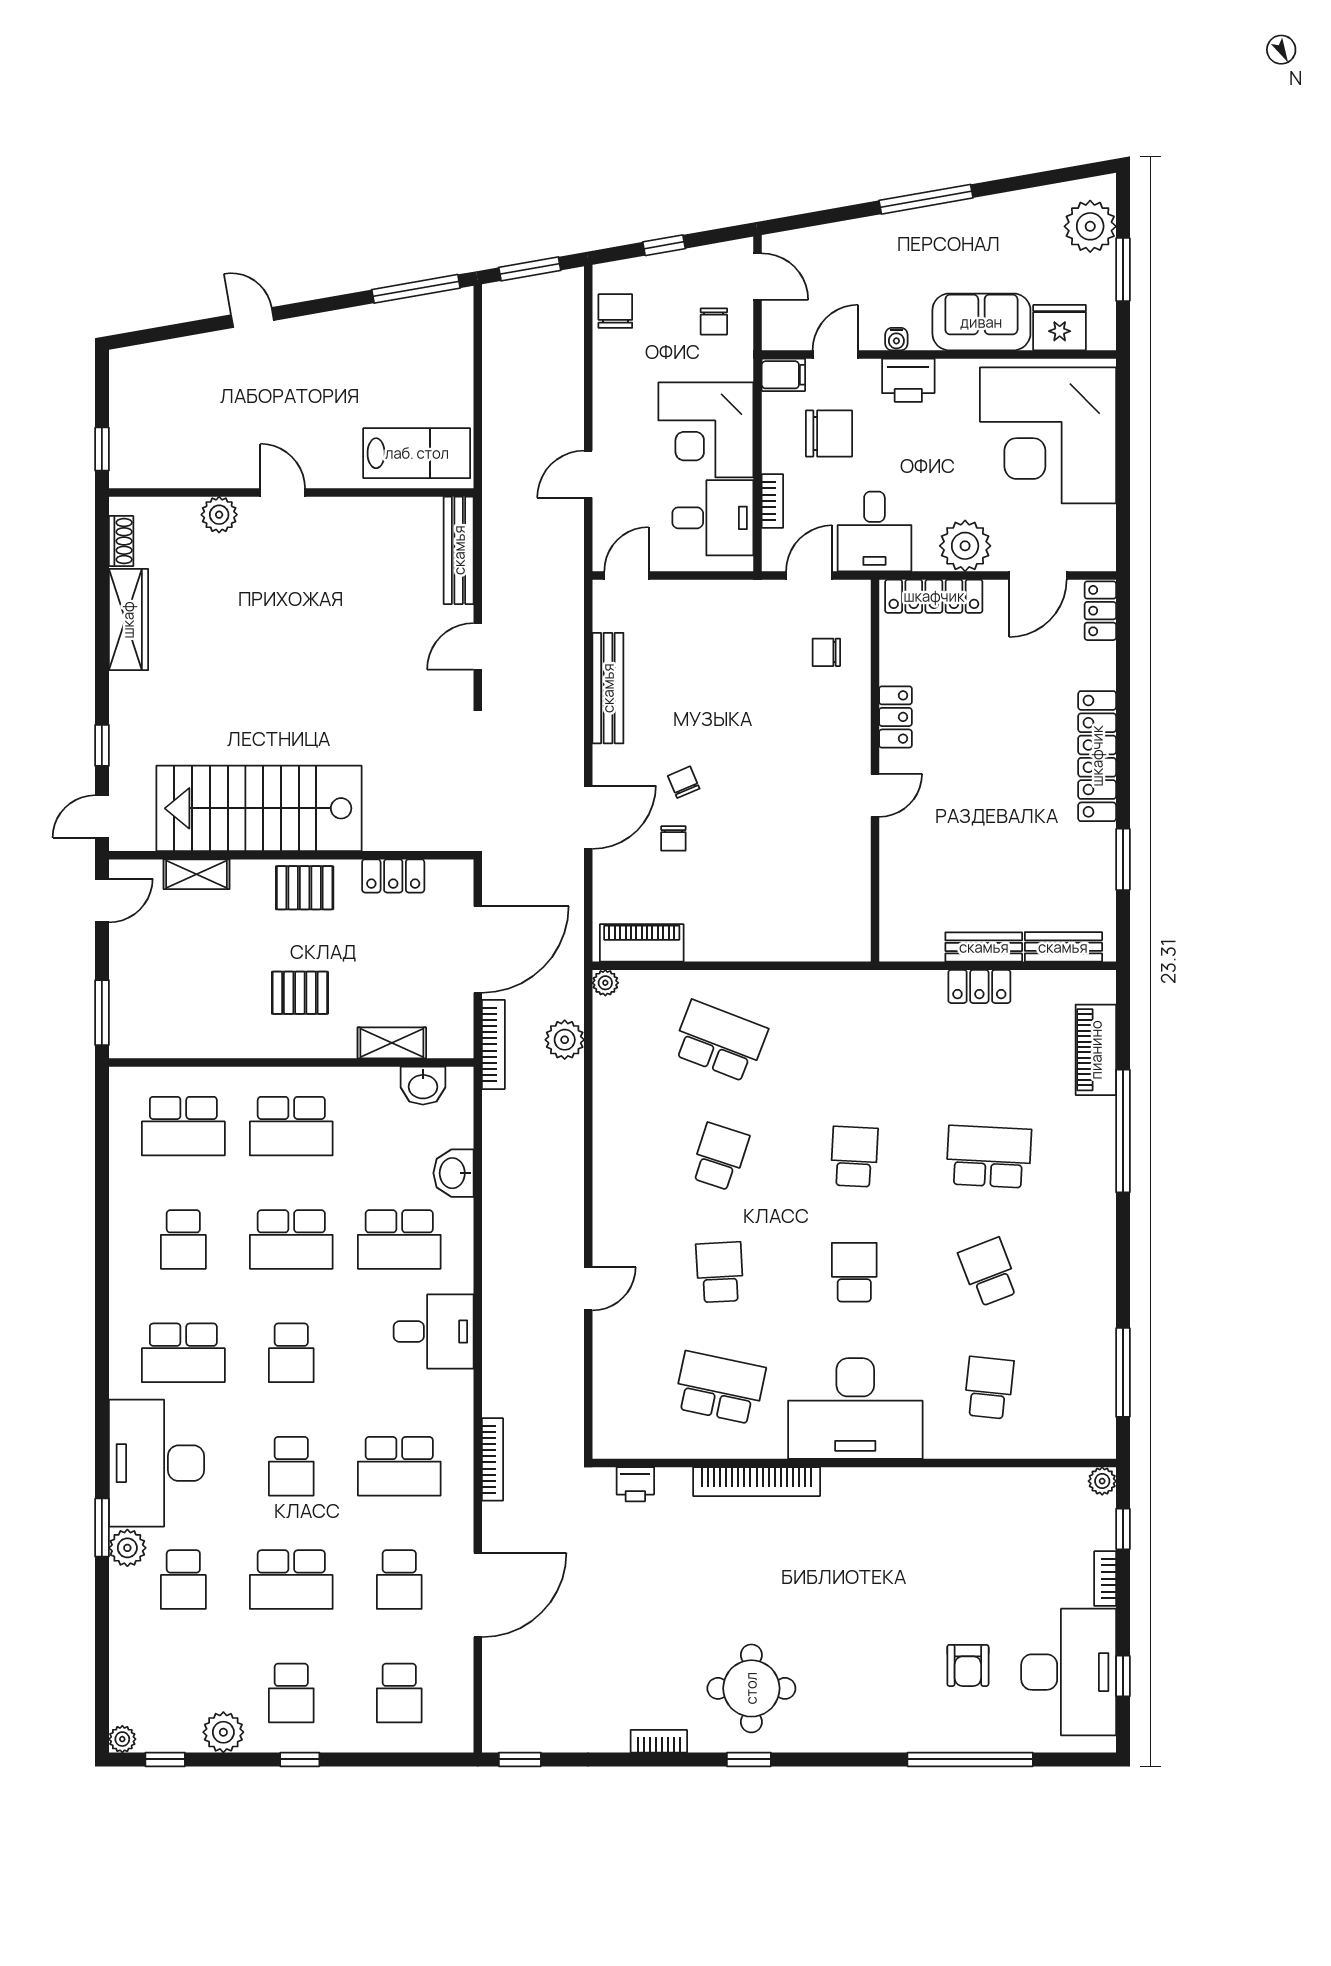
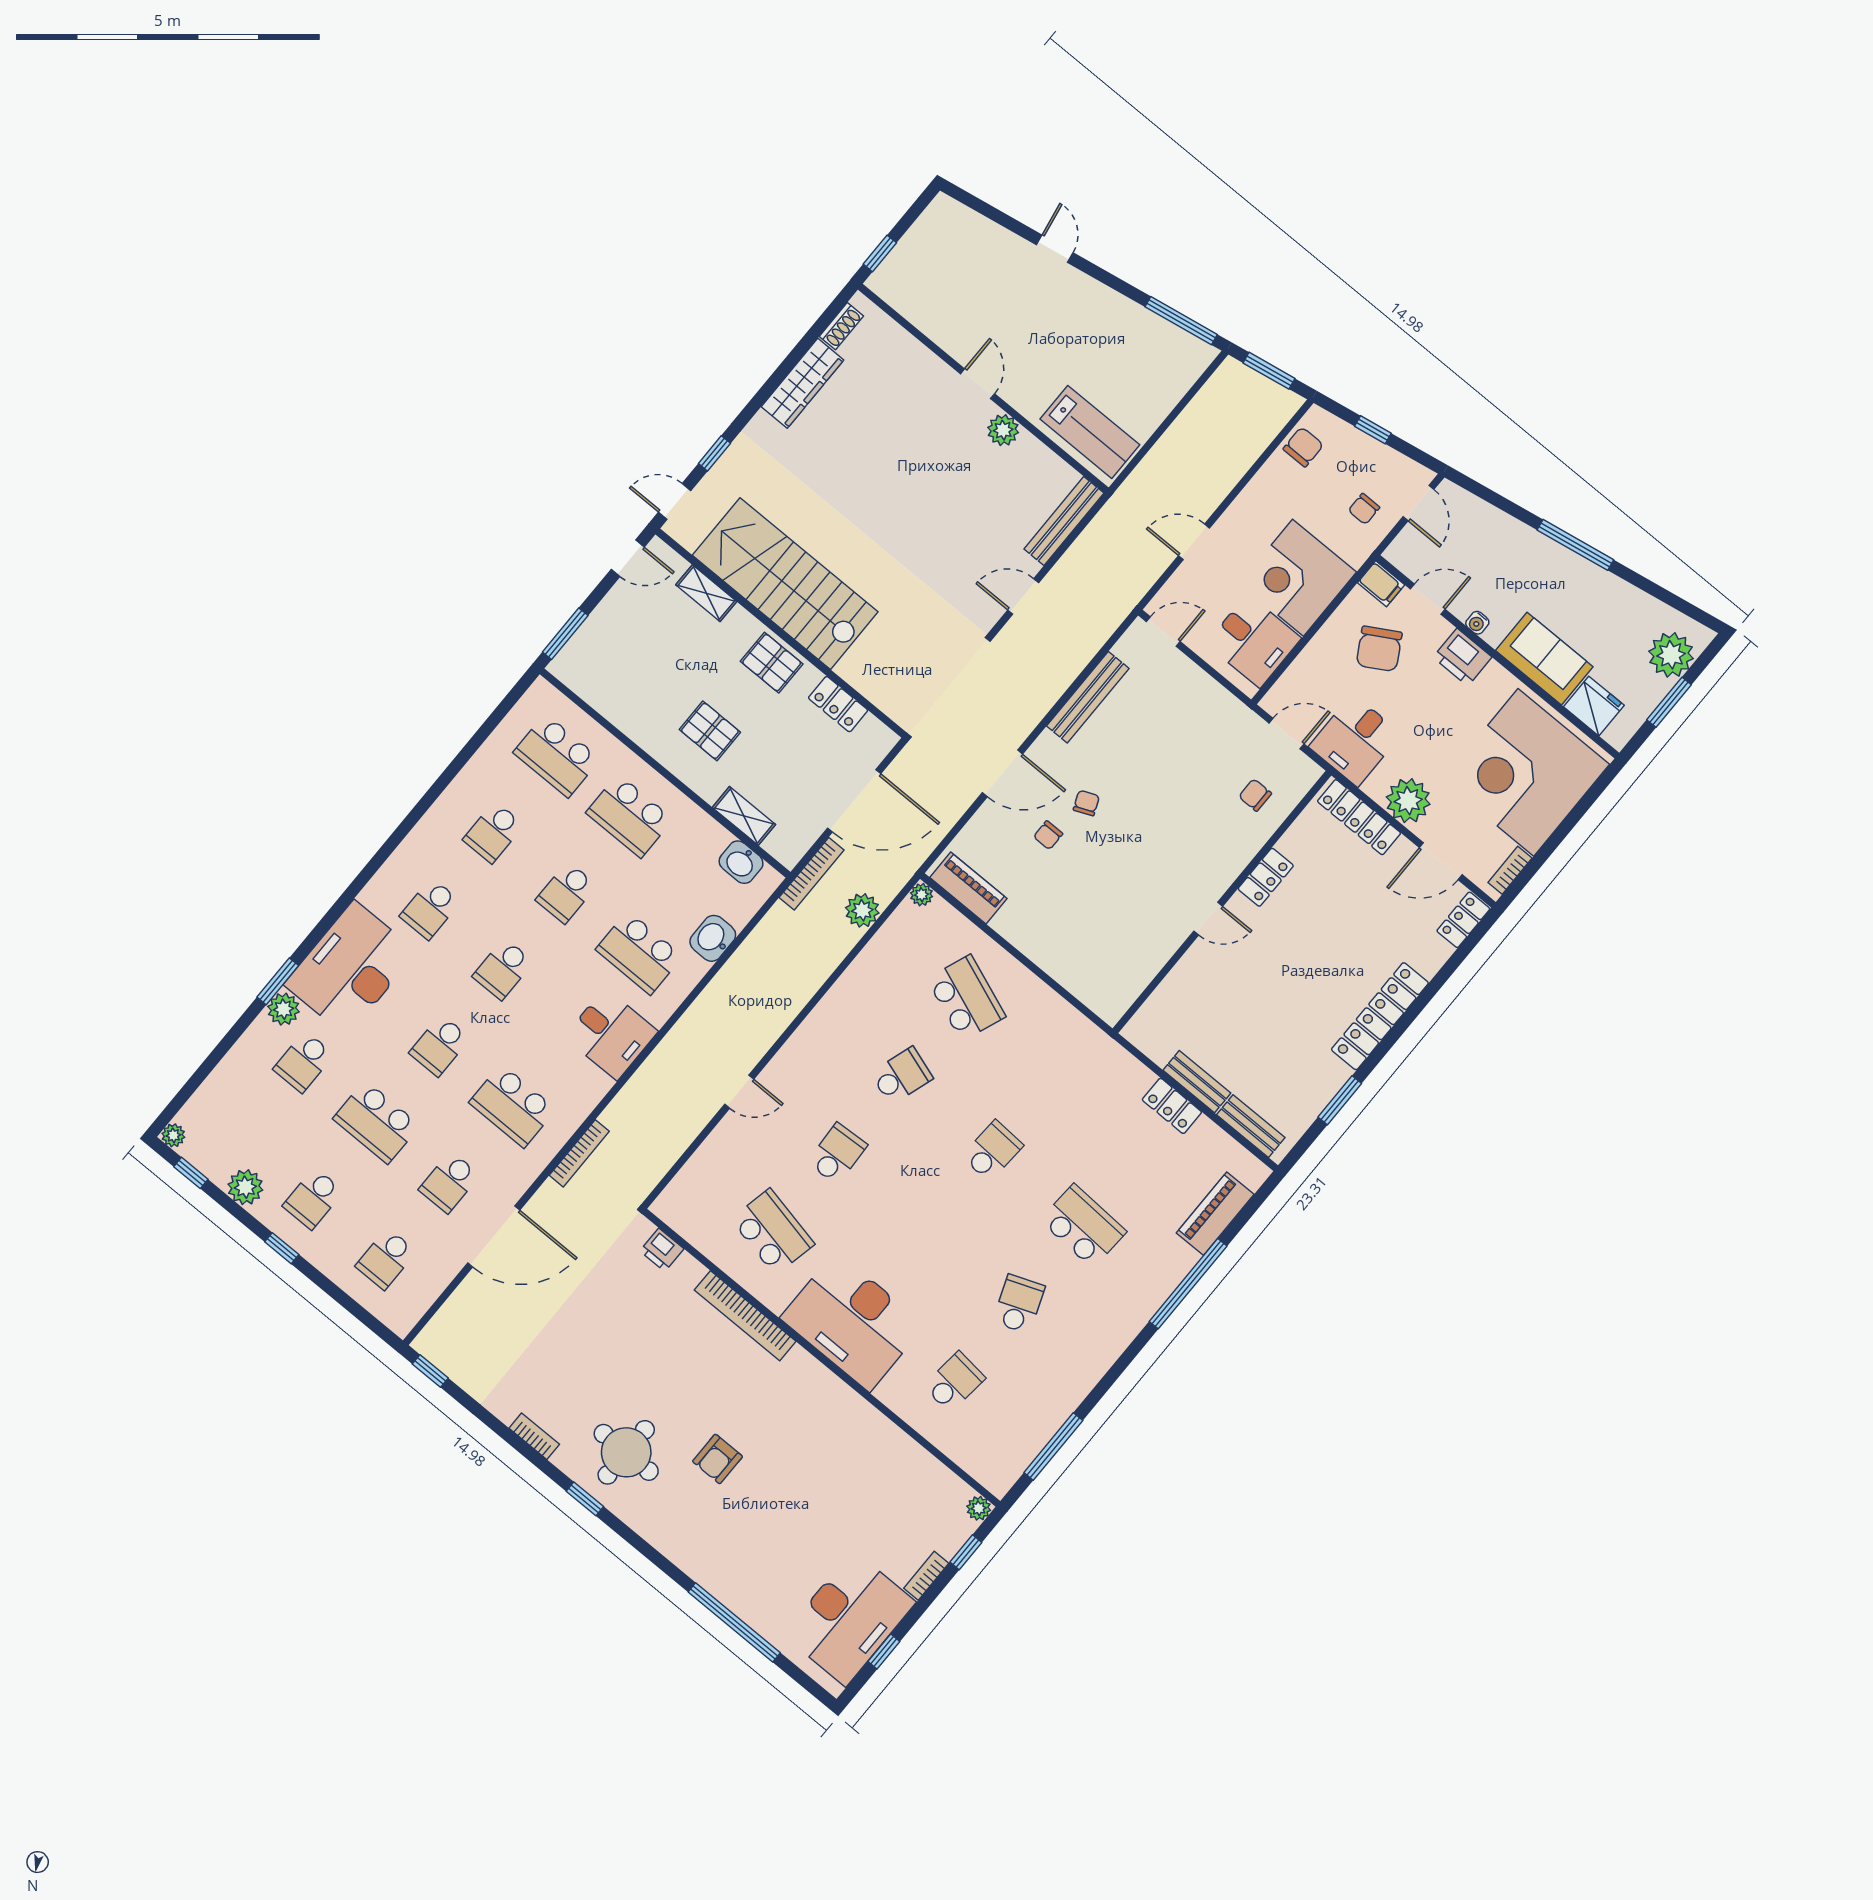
chair: (829, 433) -> (1379, 649), turned 60
bookcase: (772, 501) -> (1510, 870), moved, turned 180
plant: (219, 515) -> (1003, 430), moved
school desk: (291, 1239) -> (566, 893), width x0.54
school desk: (854, 1272) -> (928, 1229), removed
school desk: (183, 1353) -> (430, 909), width x0.54
armchair: (968, 1665) -> (718, 1459), moved

